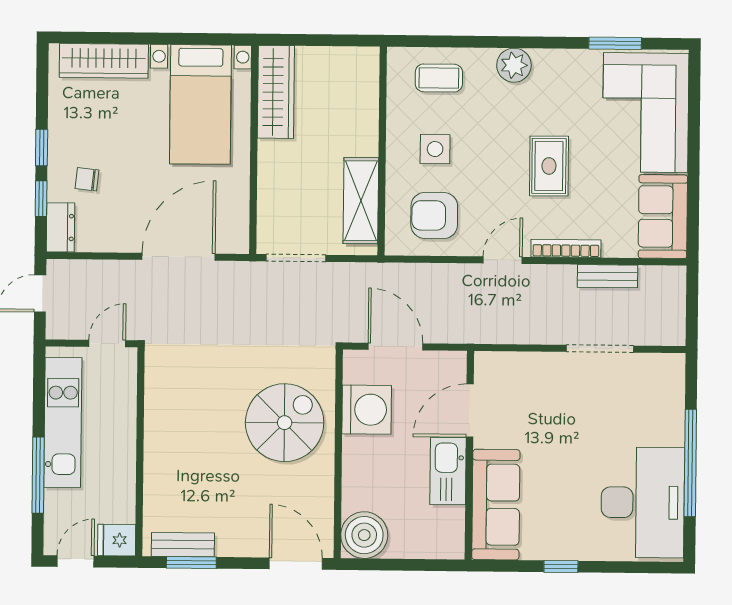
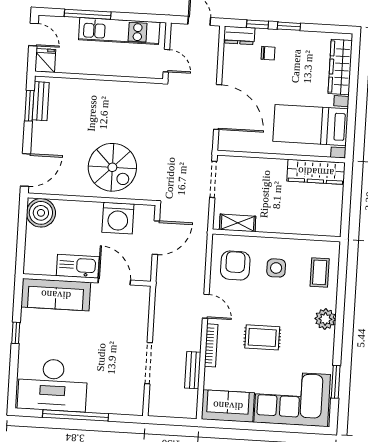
chair: (87, 179) -> (268, 53), turned 84
shelving: (361, 201) -> (238, 223), width x0.67, depth x0.75

